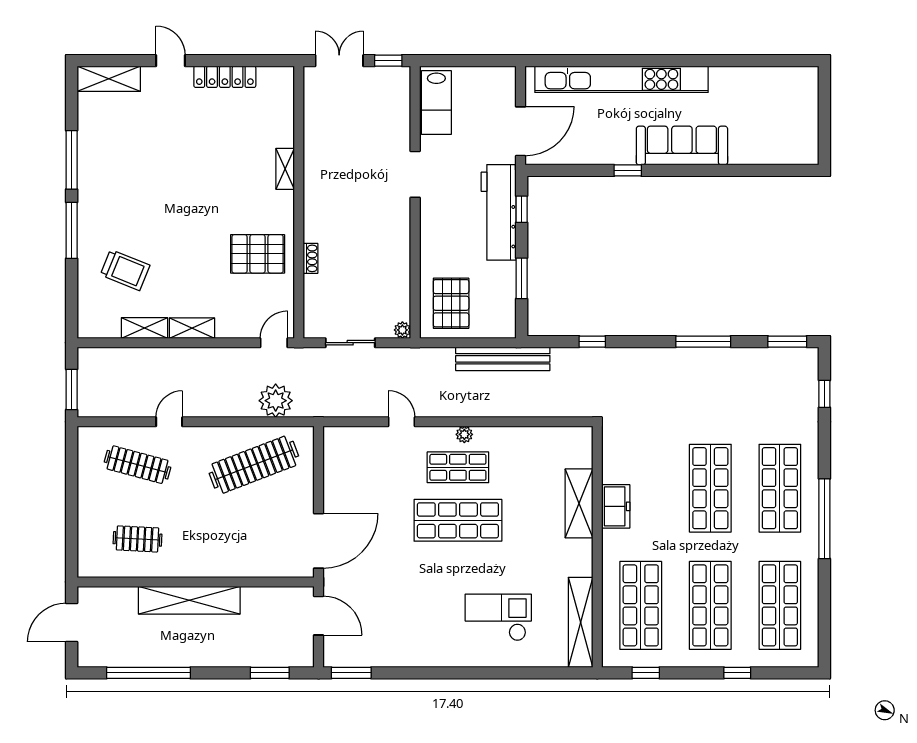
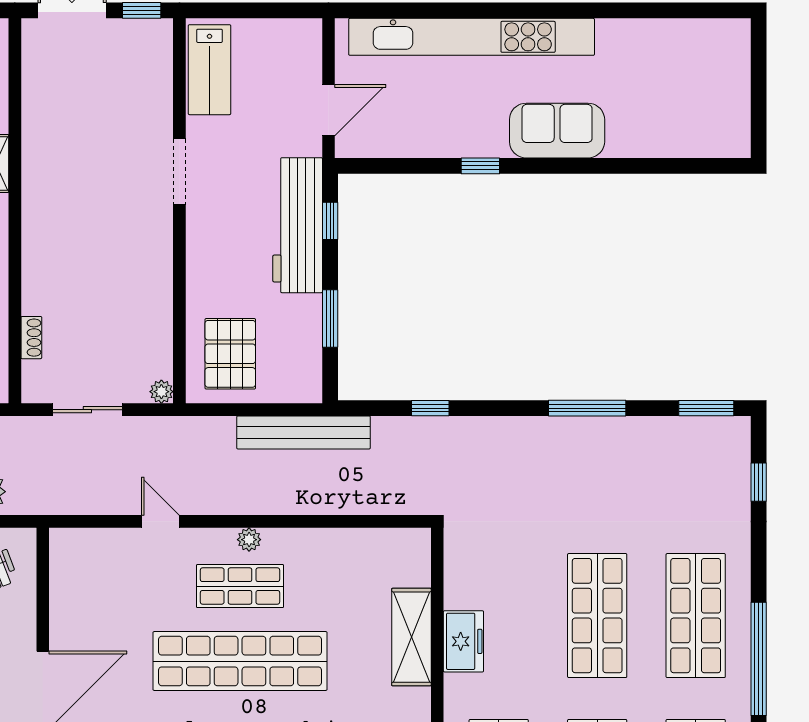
door: (520, 131) -> (329, 110), width x0.73
sofa: (682, 146) -> (557, 131), width x0.73
shoe rack: (310, 258) -> (31, 338), moved
shop shelf: (458, 520) -> (240, 661), width x1.40

